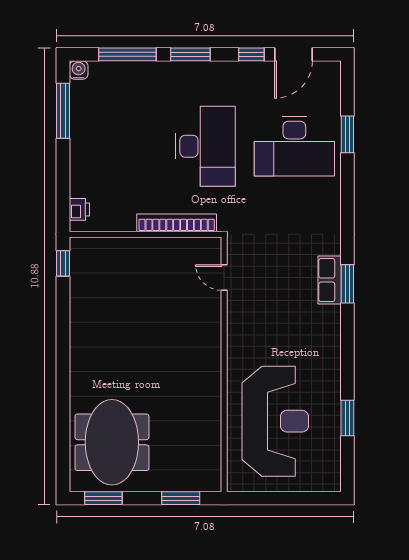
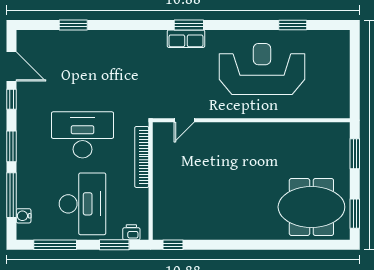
water cooler: (79, 70) -> (24, 216), moved
desk: (294, 146) -> (83, 204), moved
window: (63, 187) -> (114, 245), added
reception desk: (275, 421) -> (262, 69), moved

